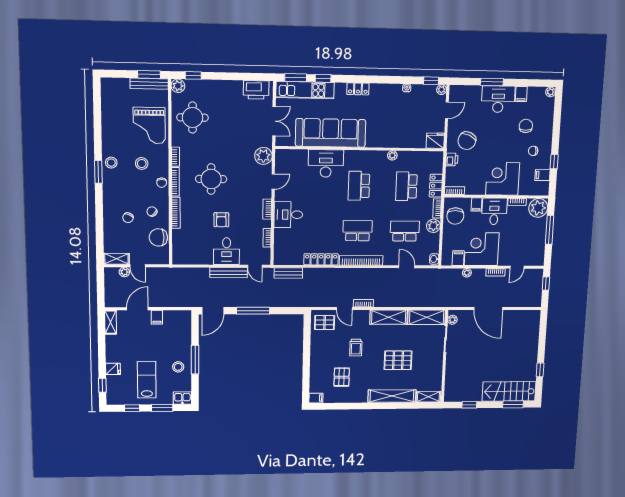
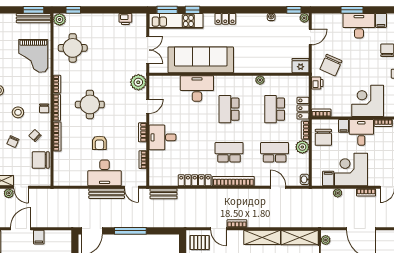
printer: (256, 90) -> (125, 19), width x0.53, depth x0.68
stool: (142, 163) -> (18, 112), moved
desk: (227, 251) -> (105, 173), width x1.37

